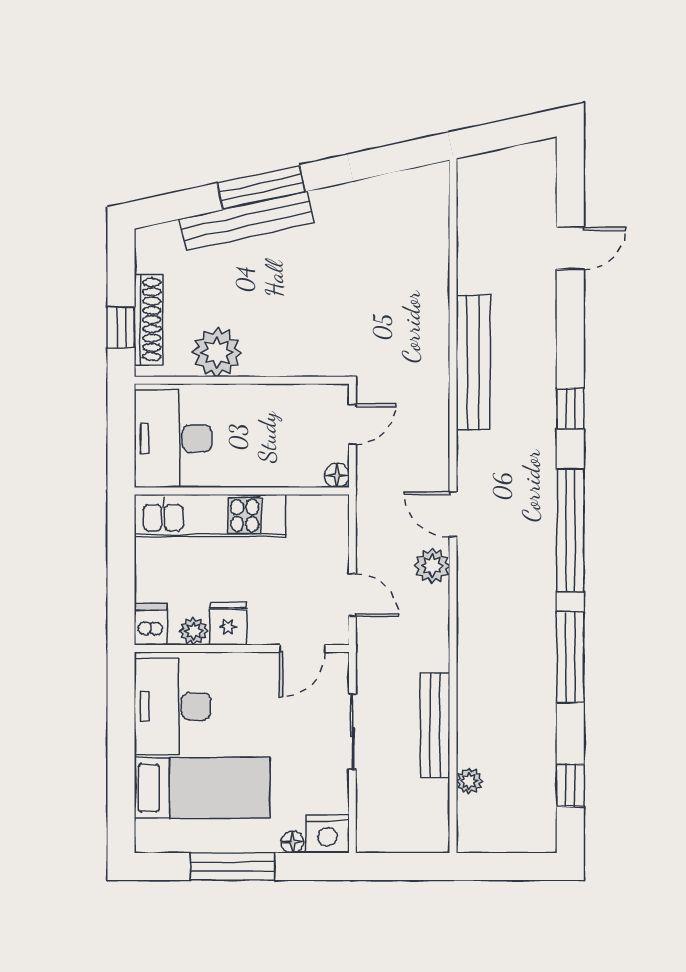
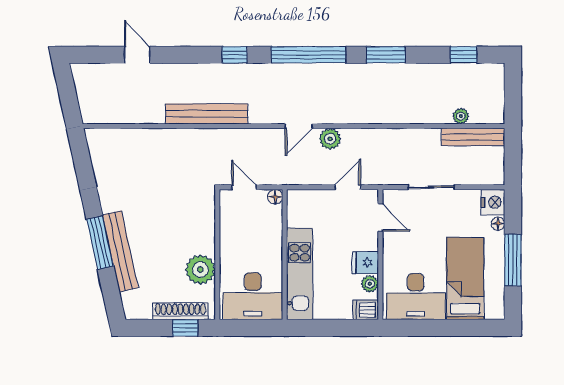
window: (570, 657) -> (386, 55), width x0.69
bench: (435, 725) -> (473, 137), moved

